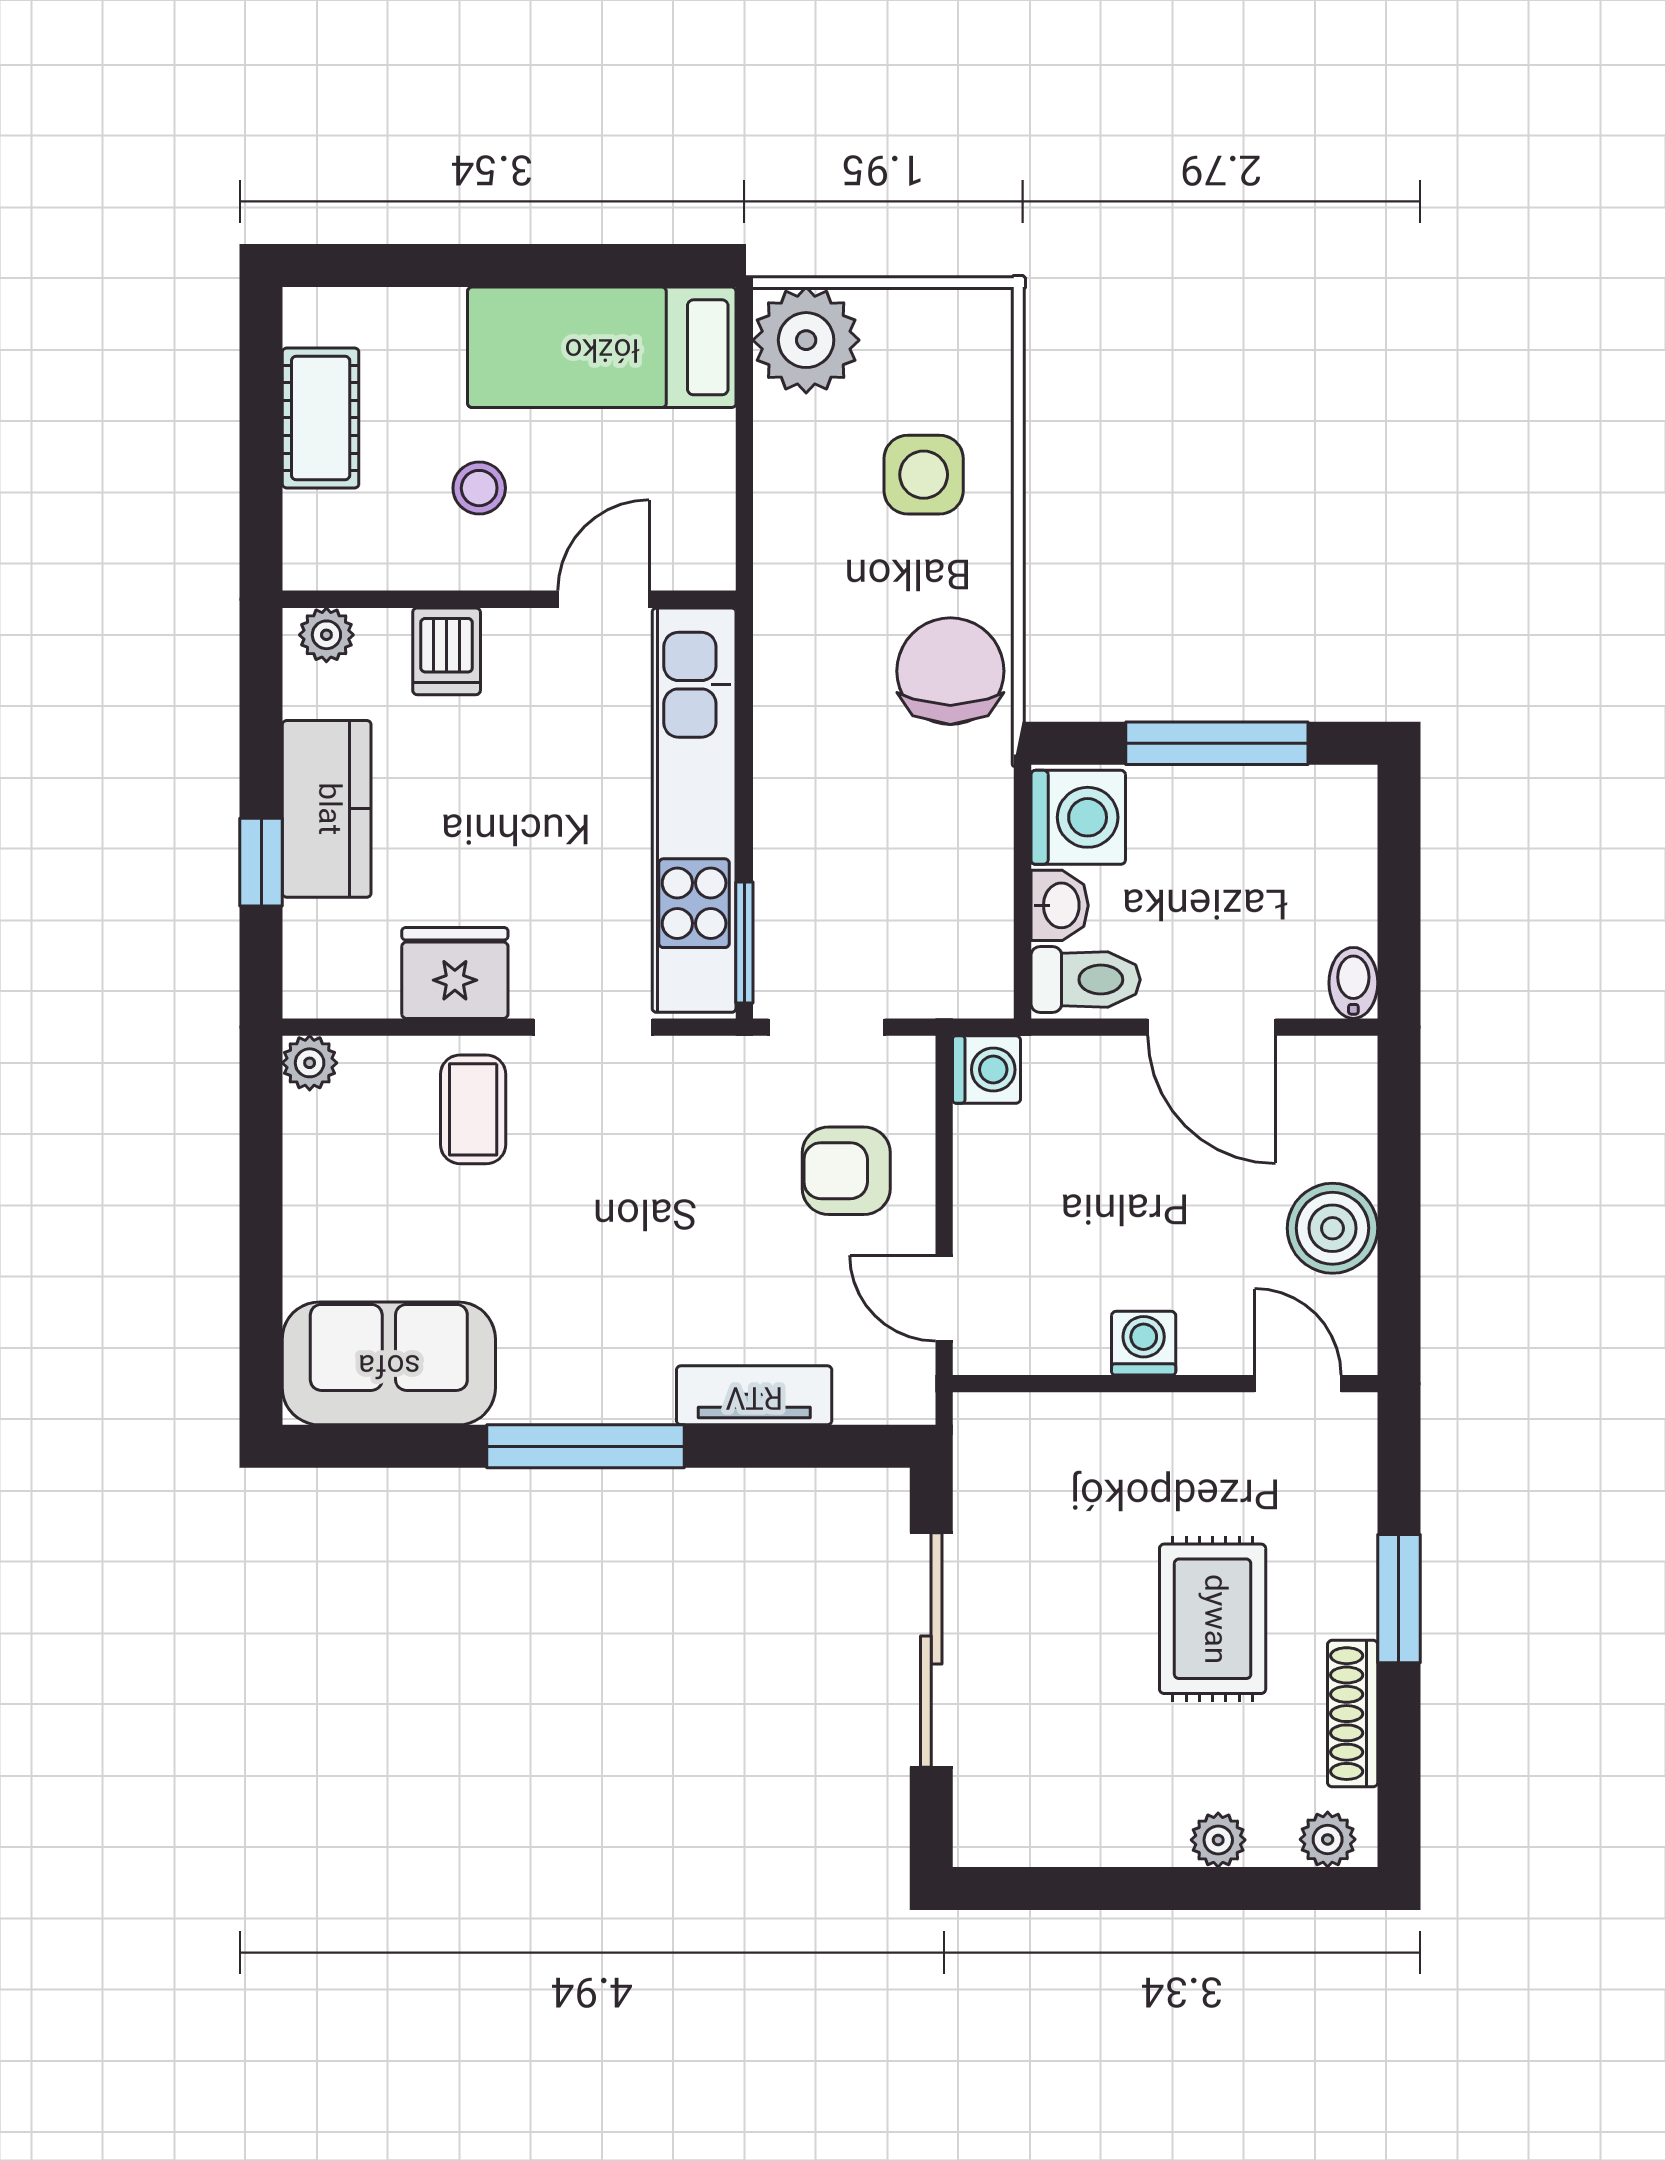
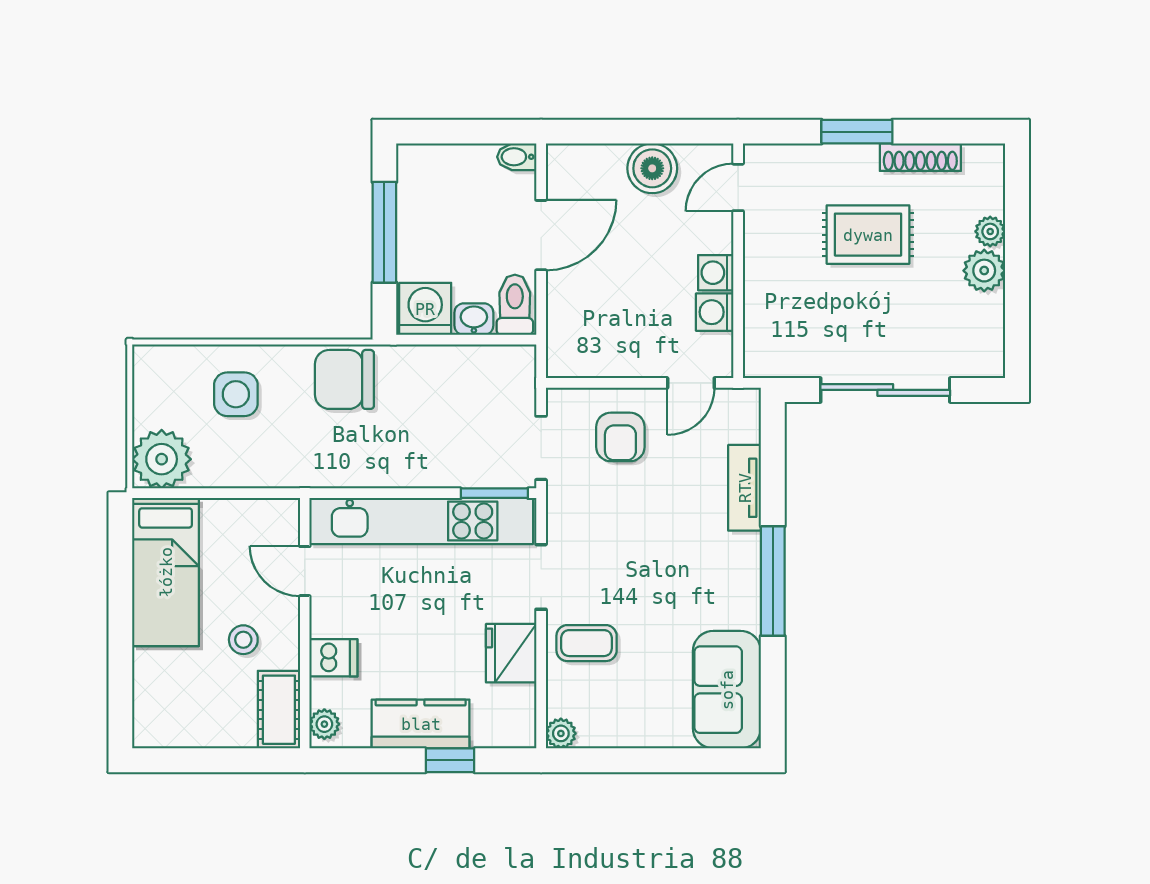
cot: (321, 418) -> (279, 710), moved, turned 90
washing machine: (986, 1070) -> (715, 312), moved, turned -90
plant: (1328, 1839) -> (984, 271), moved, width x1.38, depth x1.38

